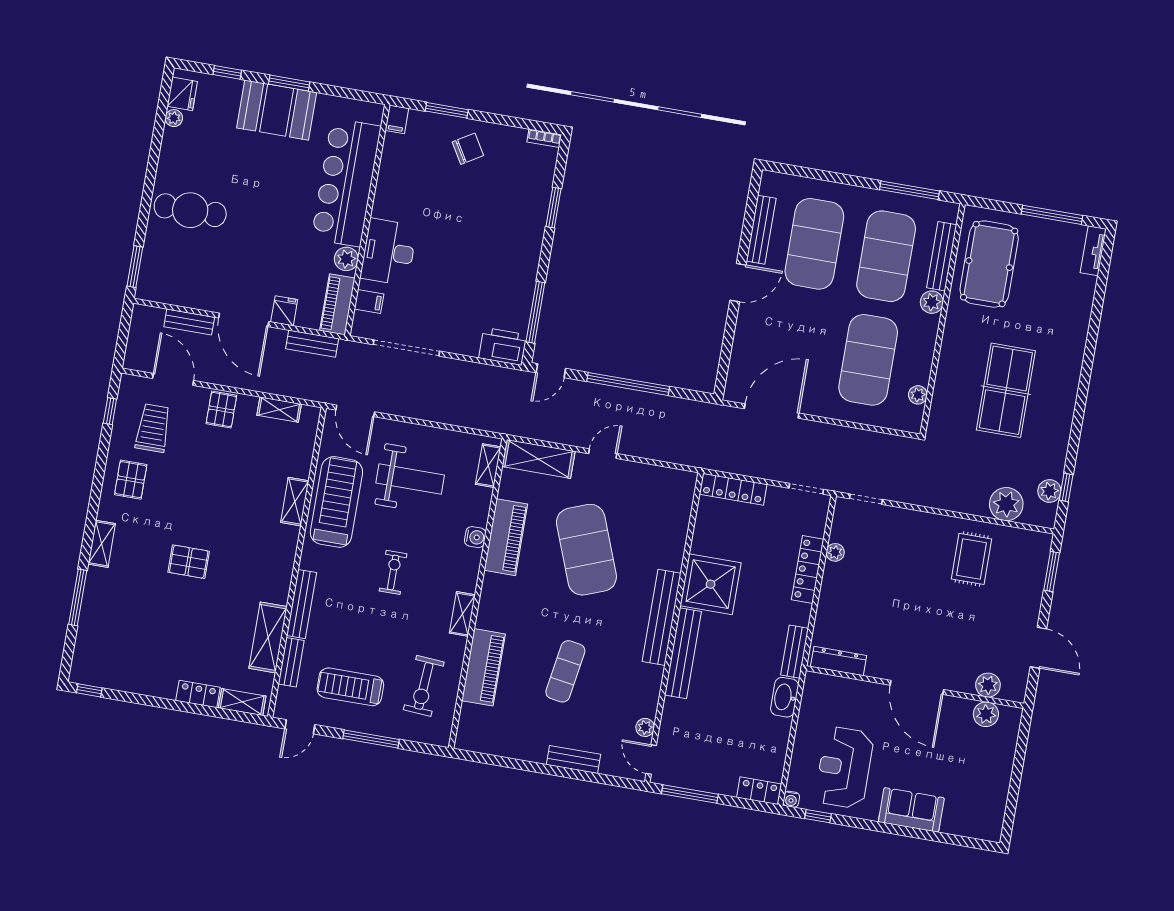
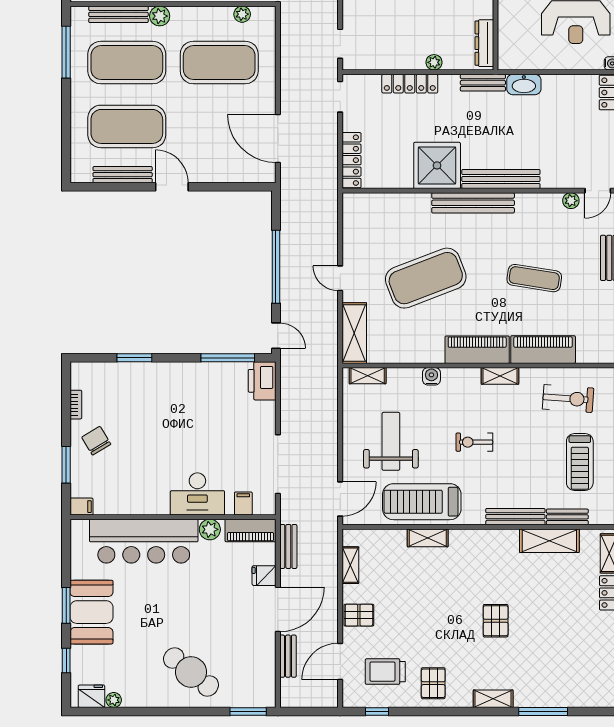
bookcase: (544, 138) -> (76, 405), moved
cafe table: (190, 210) -> (191, 672), turned -51
pallet: (131, 480) -> (433, 683), turned 90
piano: (506, 537) -> (477, 350), moved
plant: (835, 552) -> (434, 62), moved

